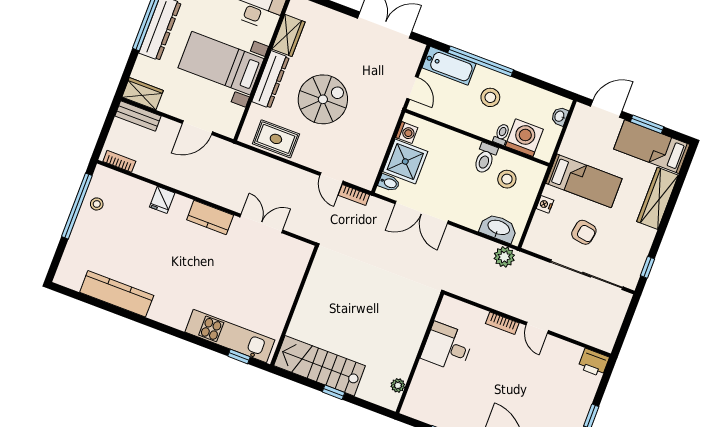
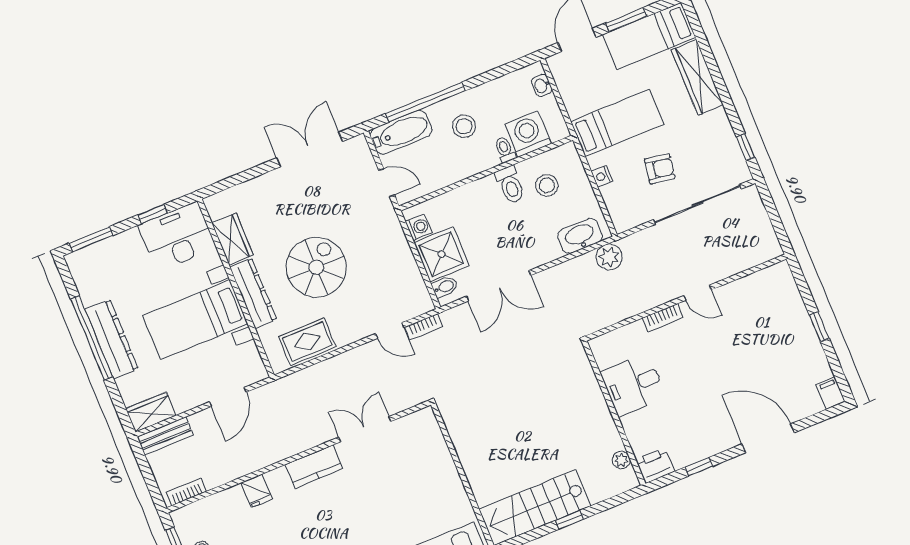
printer: (594, 363) -> (655, 466), moved, turned 180

